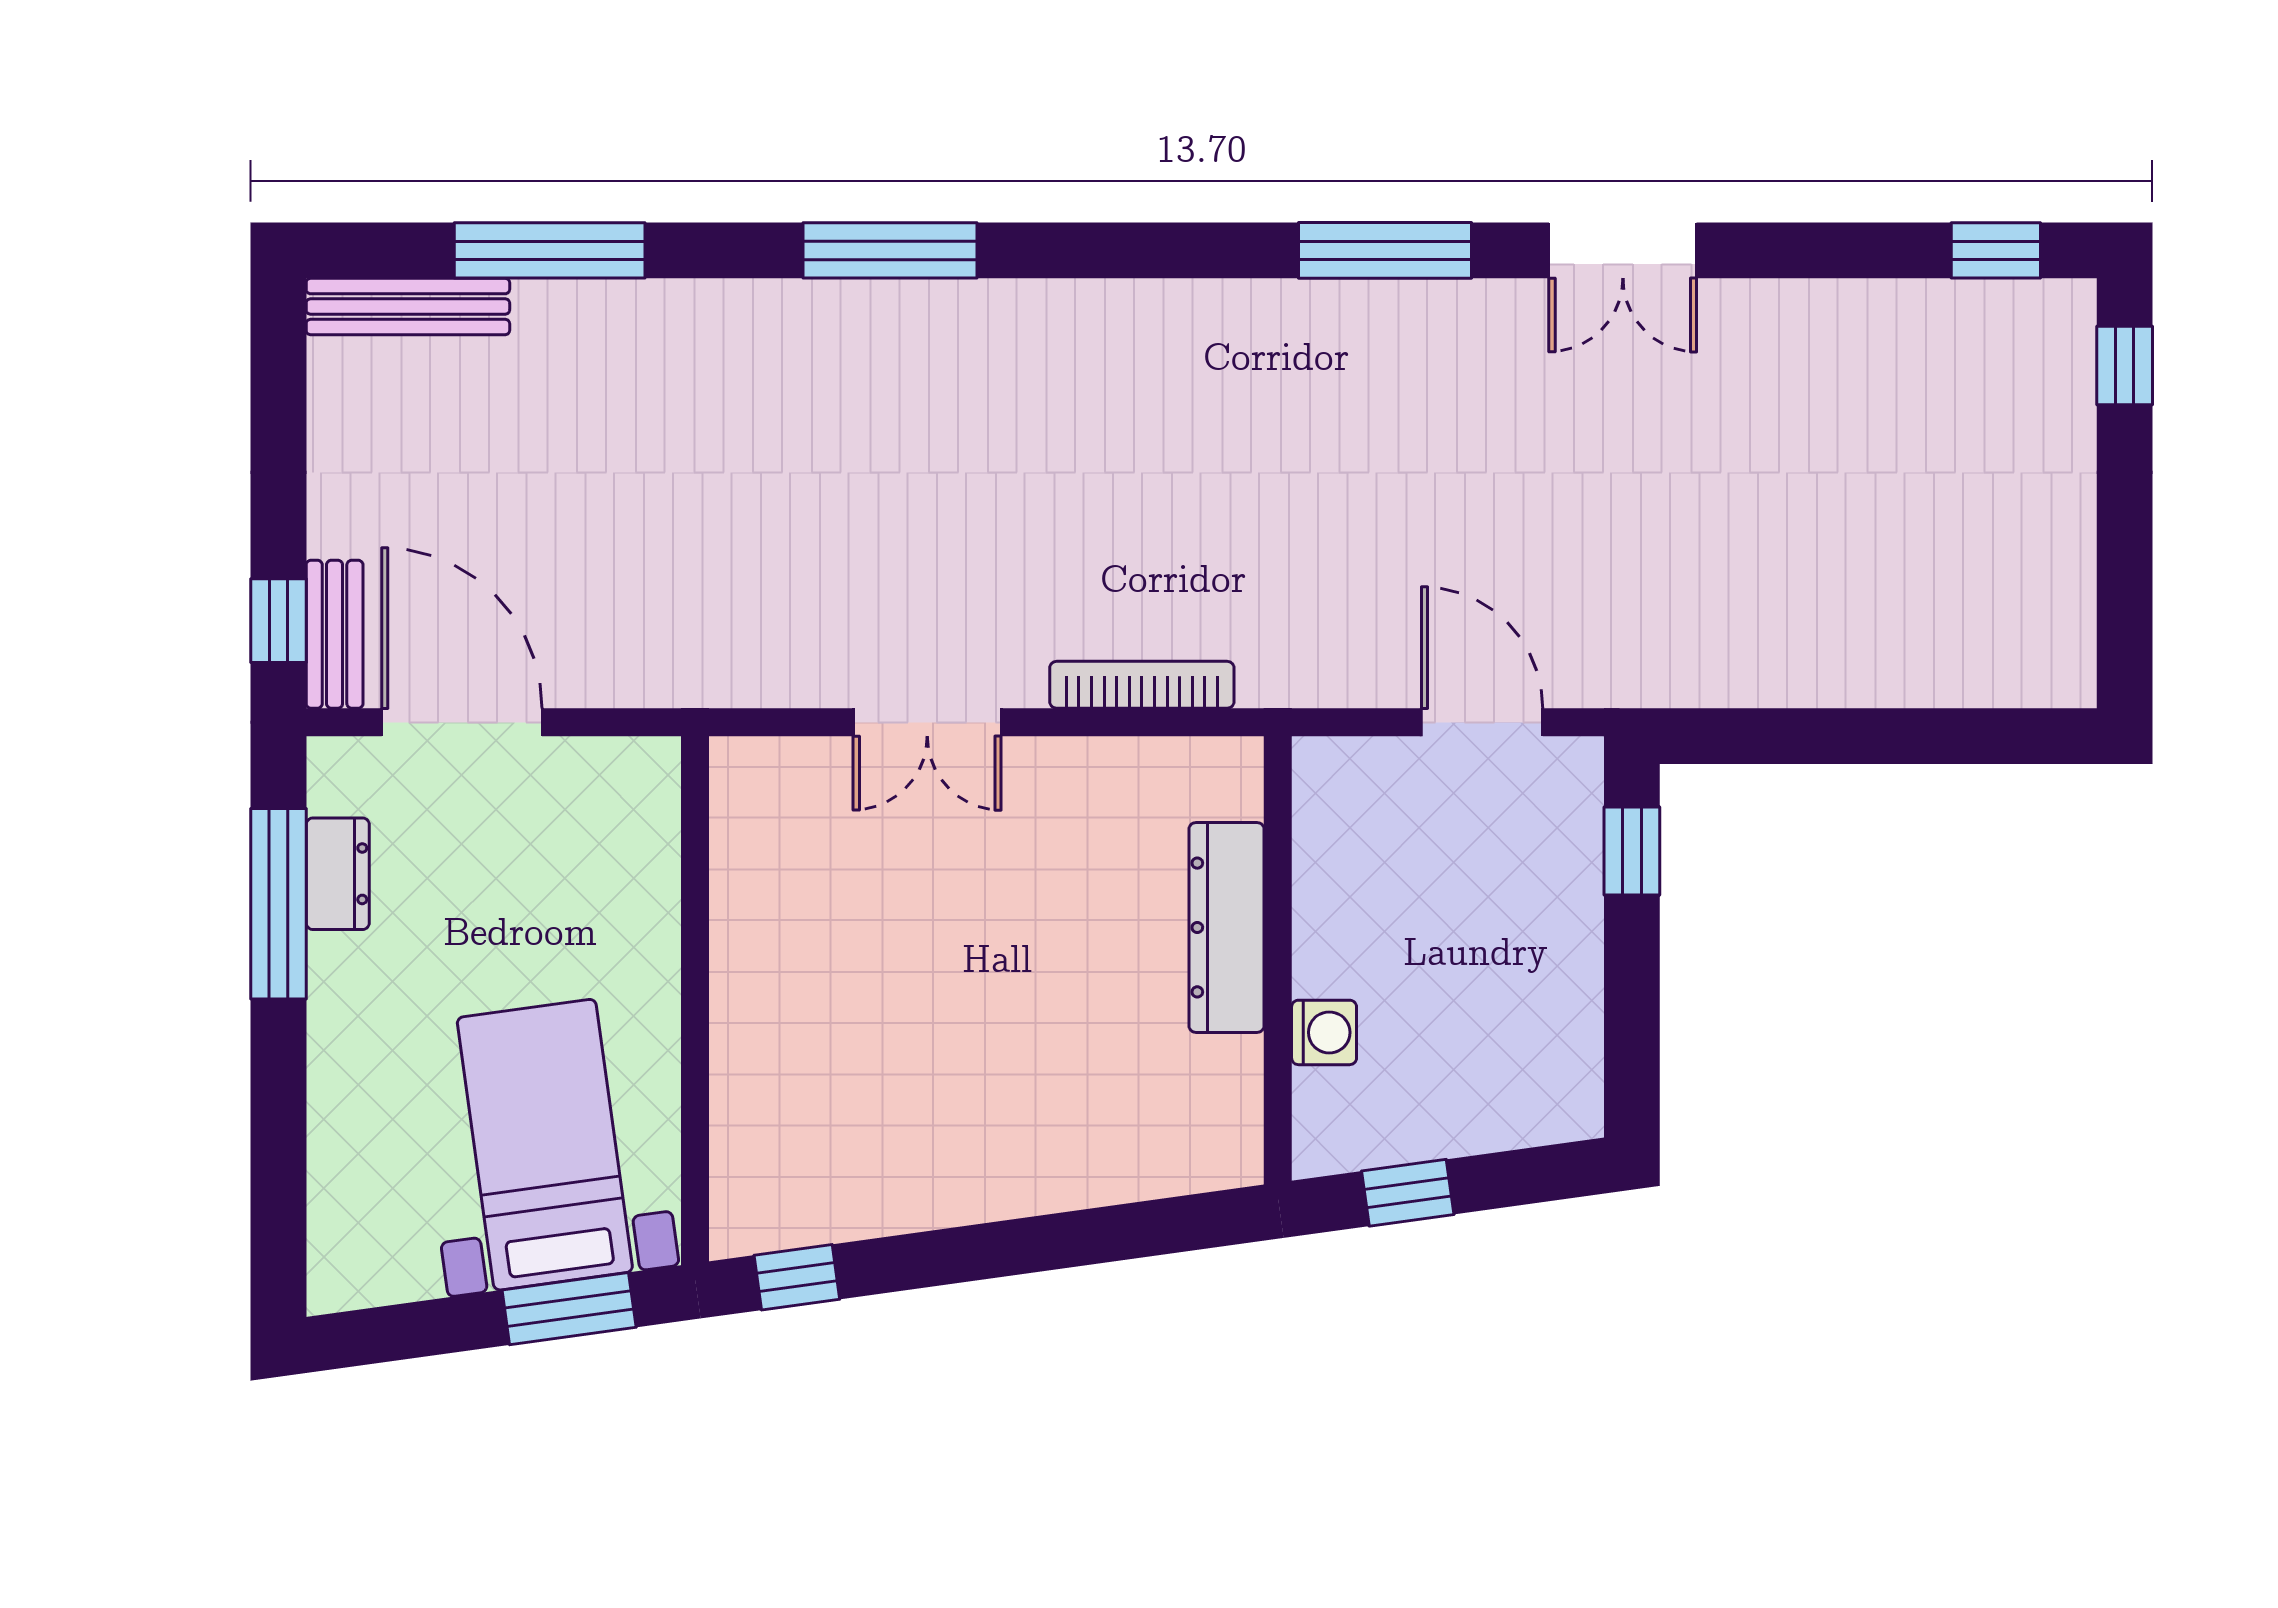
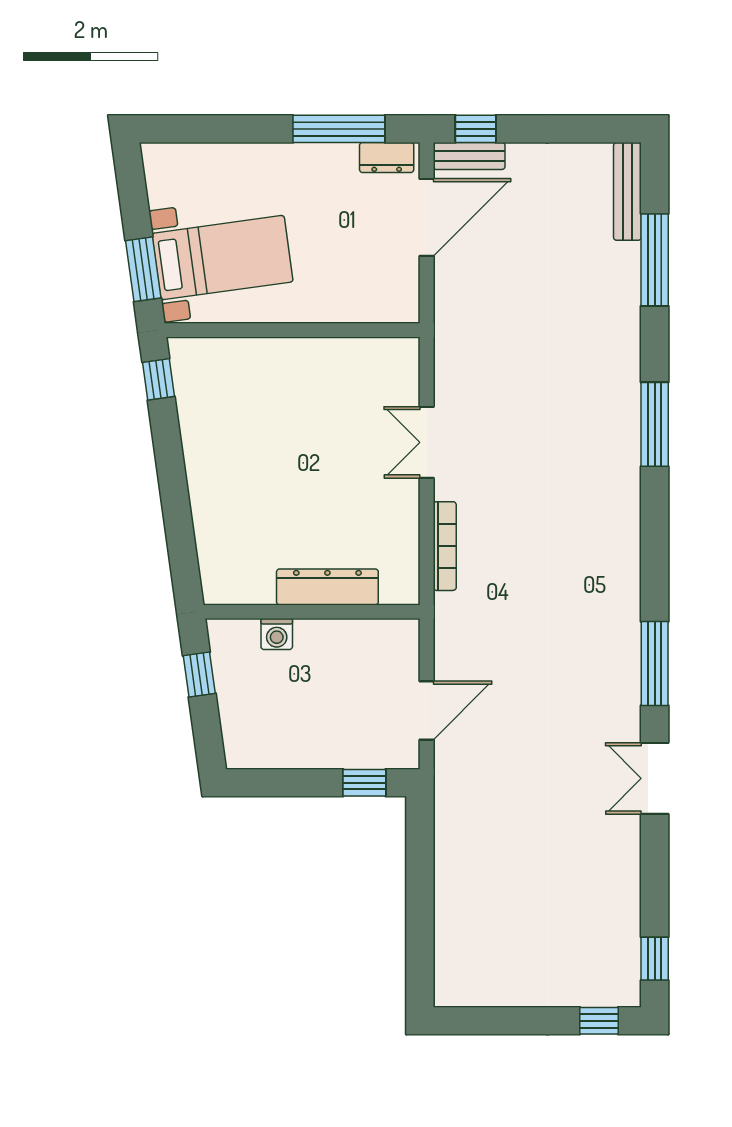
dresser: (338, 874) -> (387, 157), moved

